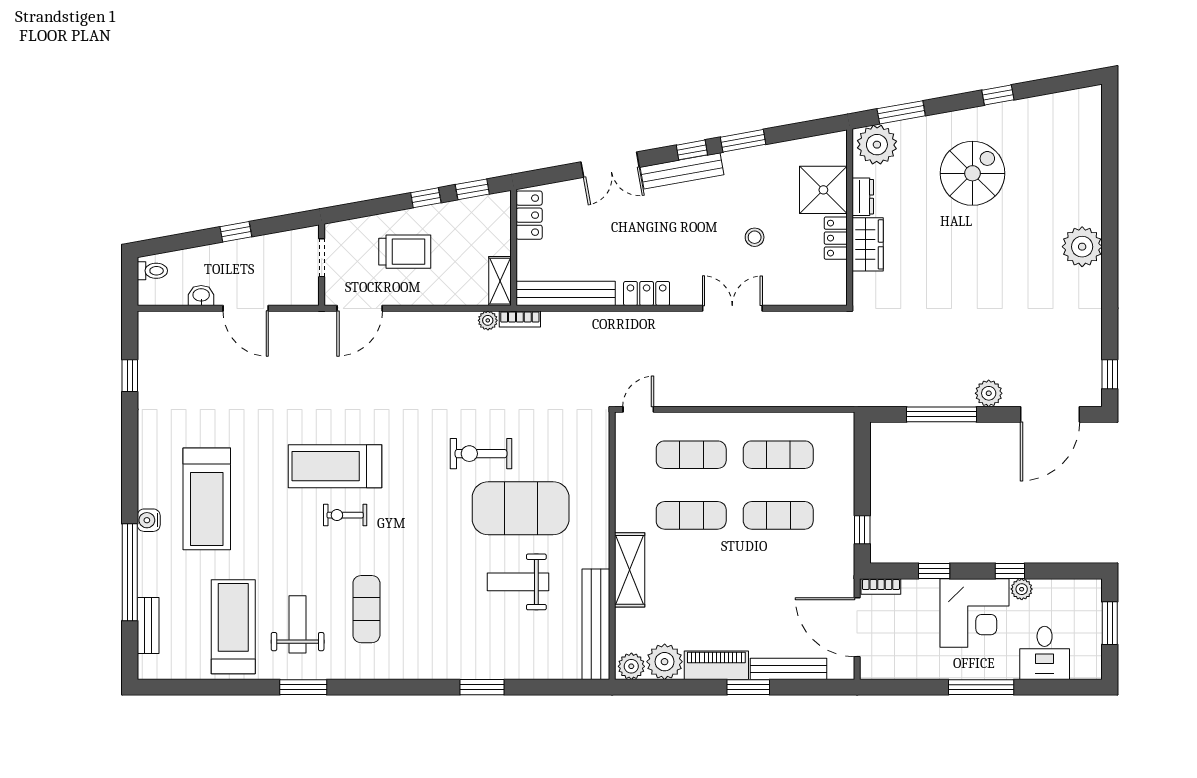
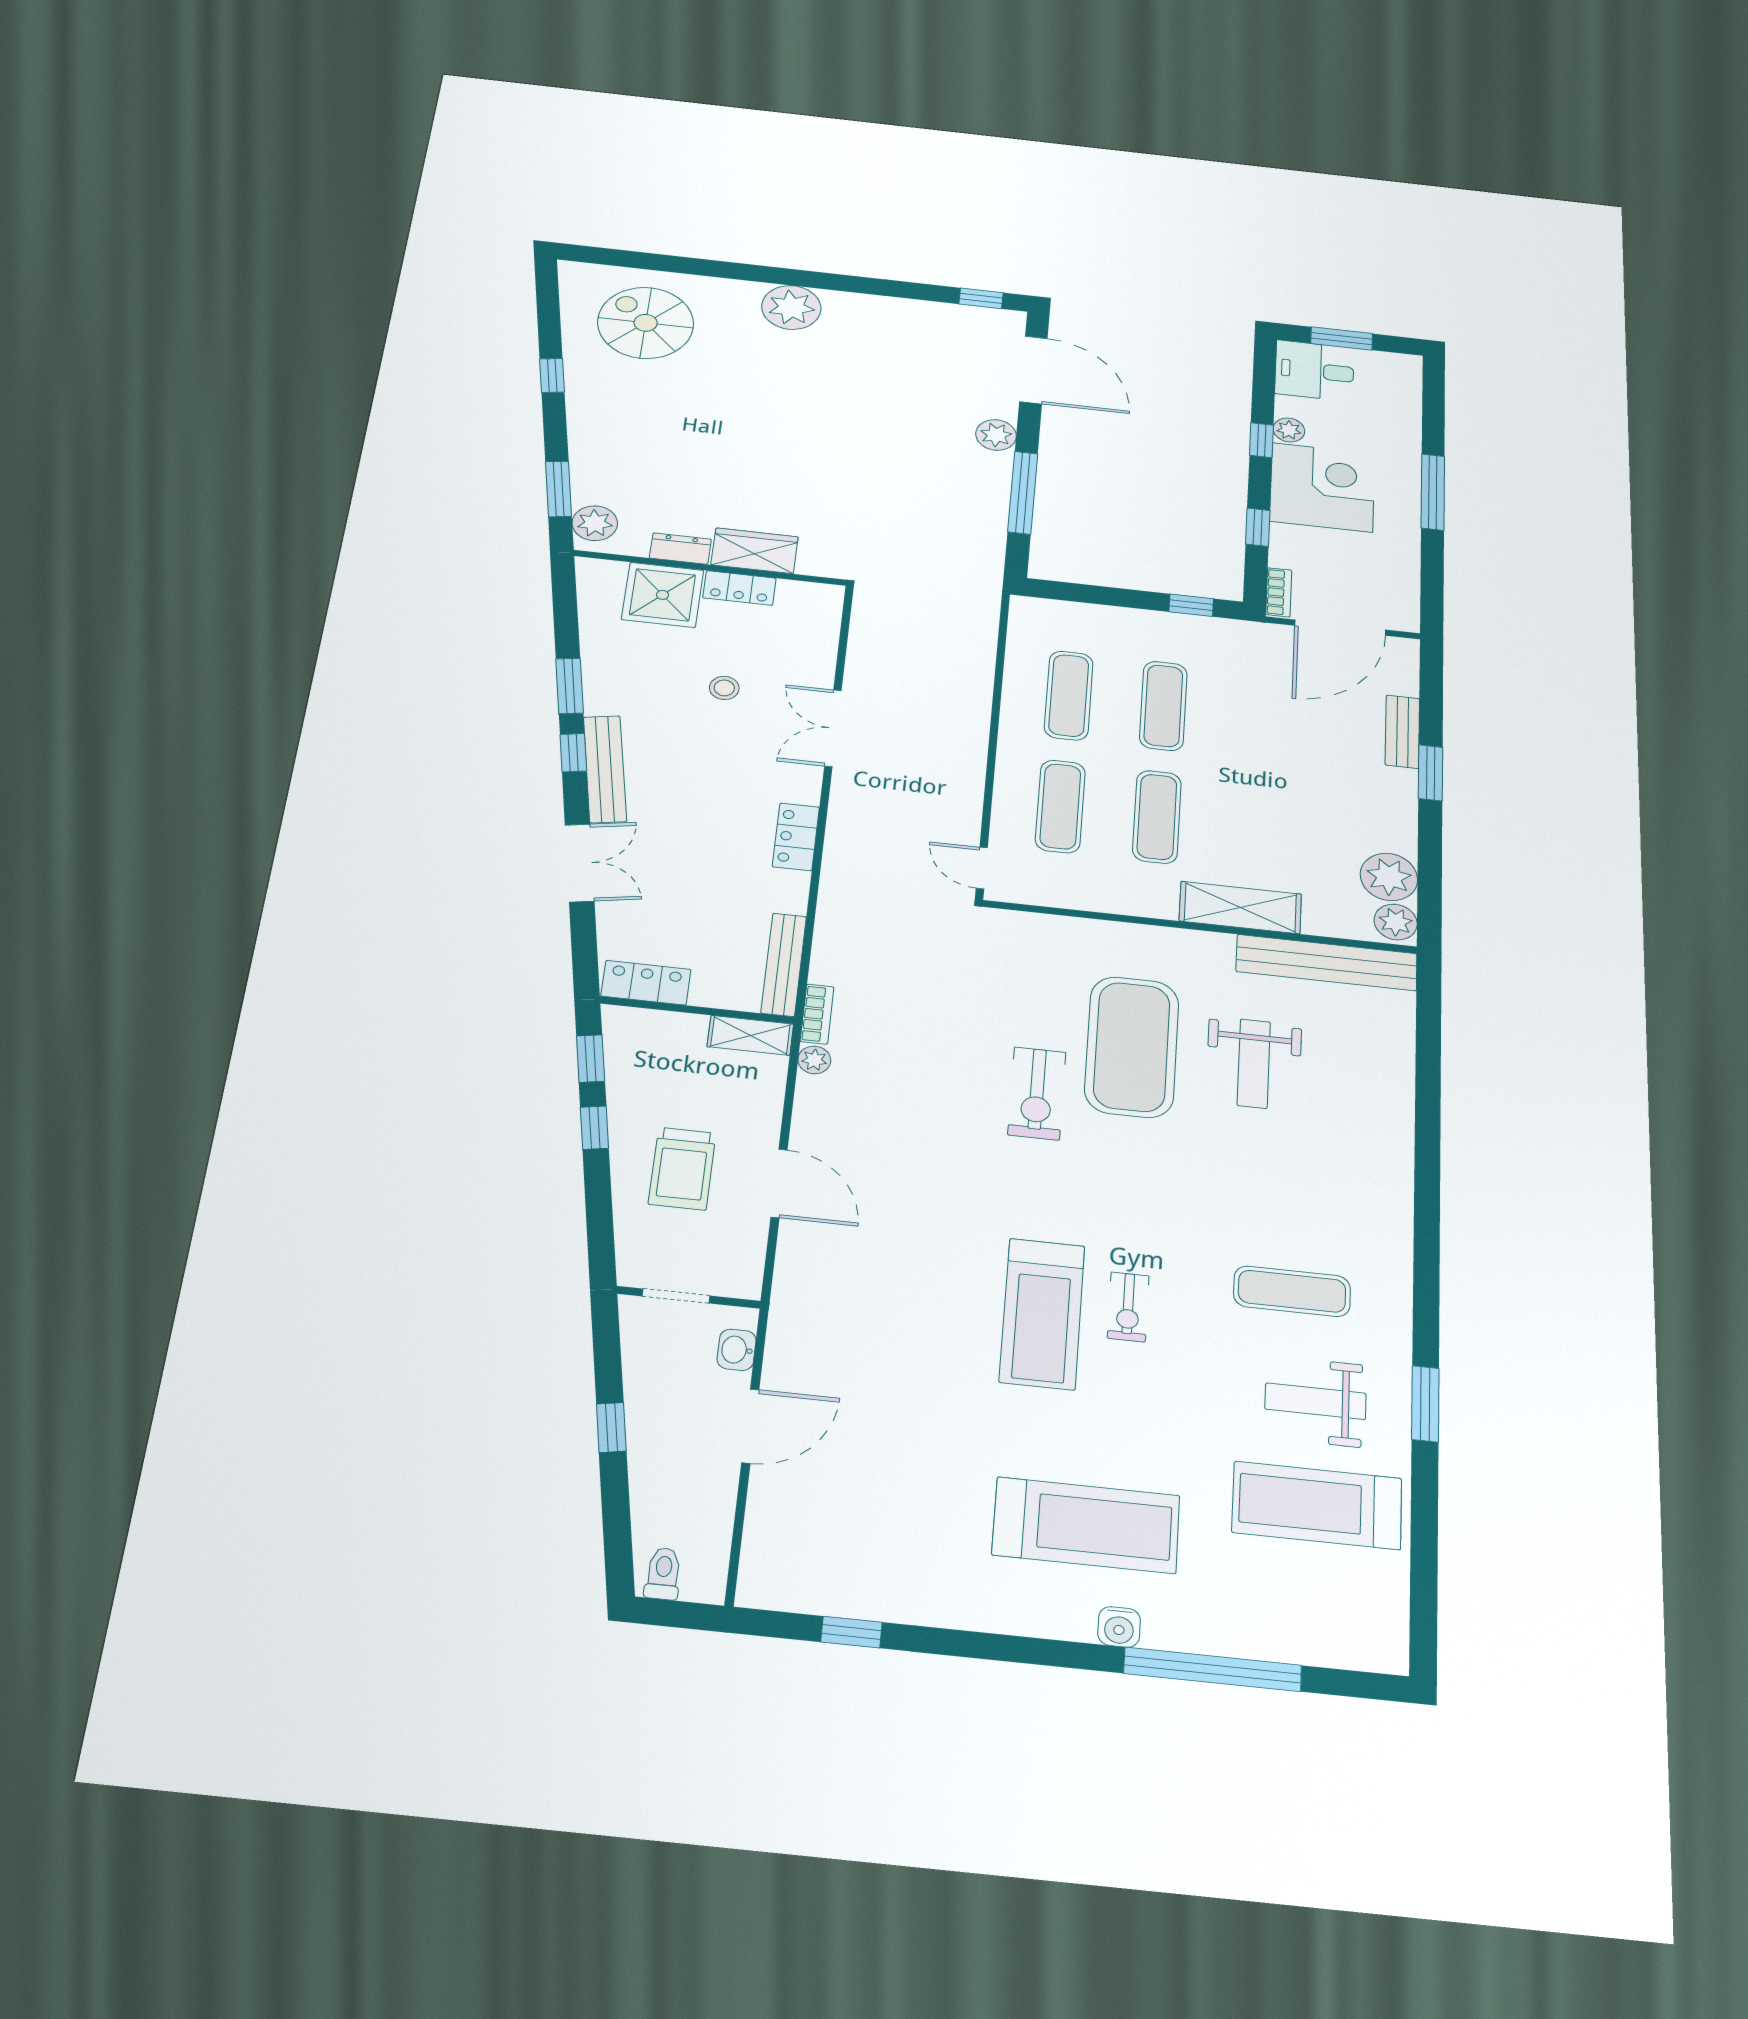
plant: (877, 145) -> (595, 523), width x0.73, depth x0.73
spiral stairs: (972, 173) -> (646, 323), moved
trolley: (405, 252) -> (682, 1169), turned 180
bench: (566, 293) -> (784, 965), width x0.73, depth x0.82
washbasin: (201, 296) -> (737, 1350), moved
door: (360, 308) -> (779, 1183), moved
bench: (148, 625) -> (1311, 1648), removed
desk: (1045, 653) -> (1314, 371), moved, turned 180
piano: (716, 665) -> (1396, 810), removed
bench: (789, 669) -> (1402, 732), width x0.73
window: (482, 687) -> (1428, 1134), removed

